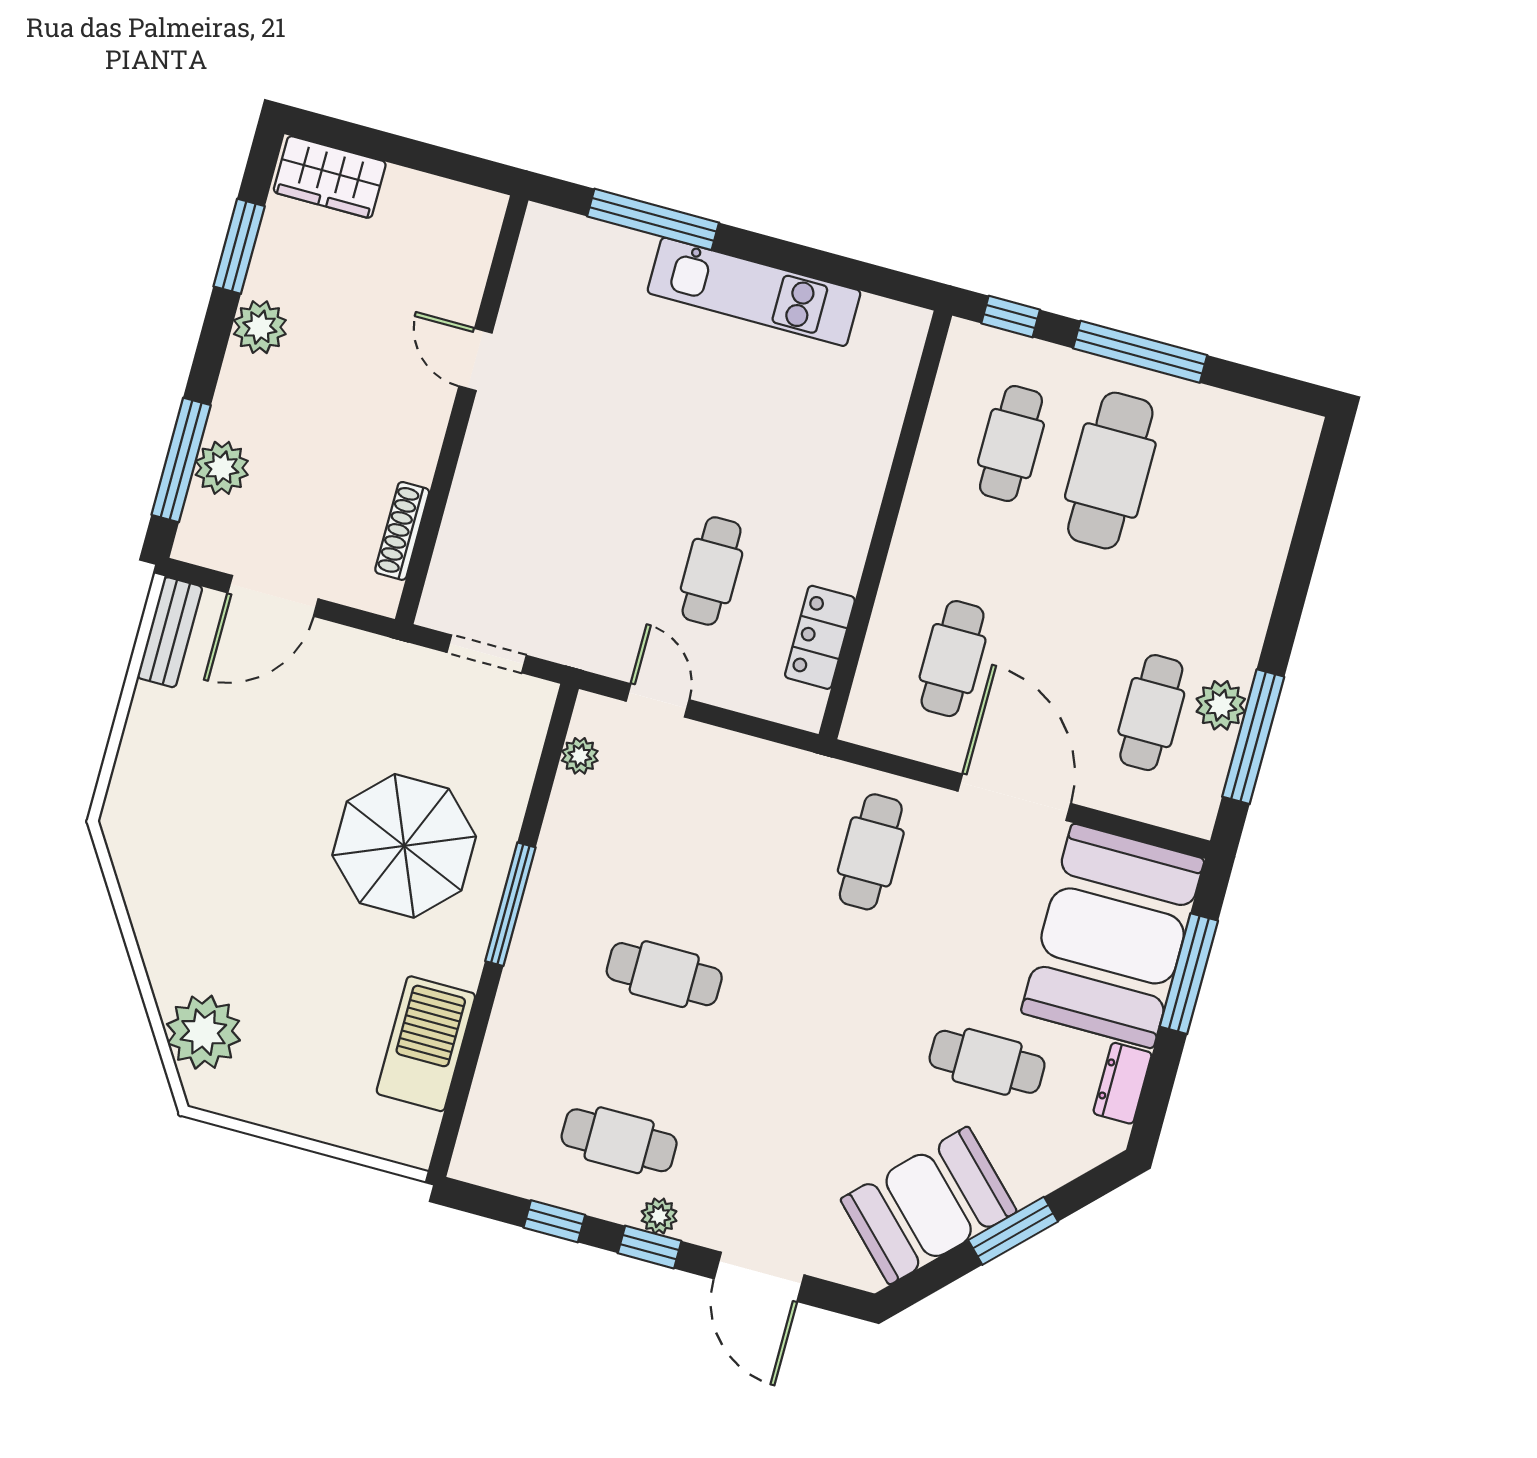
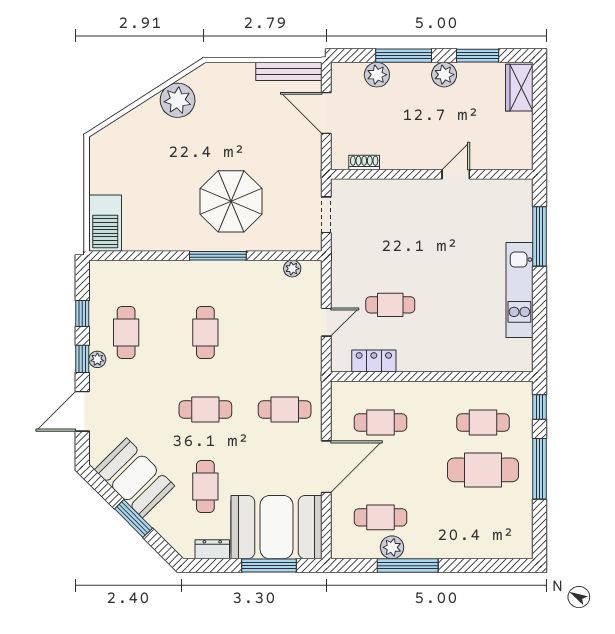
window: (181, 460) -> (404, 56), moved
shoe rack: (402, 531) -> (364, 163), width x0.70
bench: (170, 632) -> (289, 71), width x1.36
door: (658, 700) -> (326, 322), moved
window: (1253, 737) -> (408, 566), moved
cafe table: (826, 1018) -> (205, 409), added
plant: (203, 1032) -> (178, 100), moved
barbecue: (426, 1044) -> (105, 223), moved, turned 90

